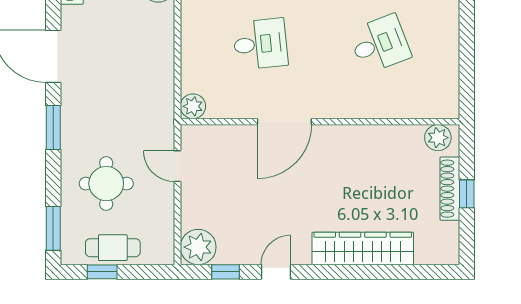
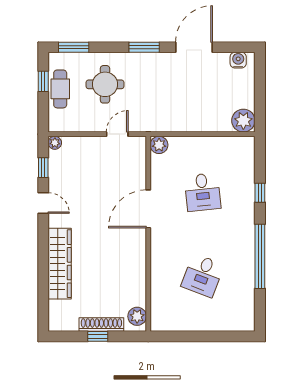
desk: (380, 44) -> (203, 276), turned 42
door: (284, 122) -> (148, 209), hinge flipped
plant: (198, 247) -> (55, 143), width x0.53, depth x0.53

